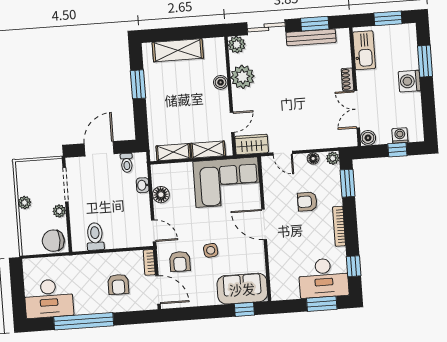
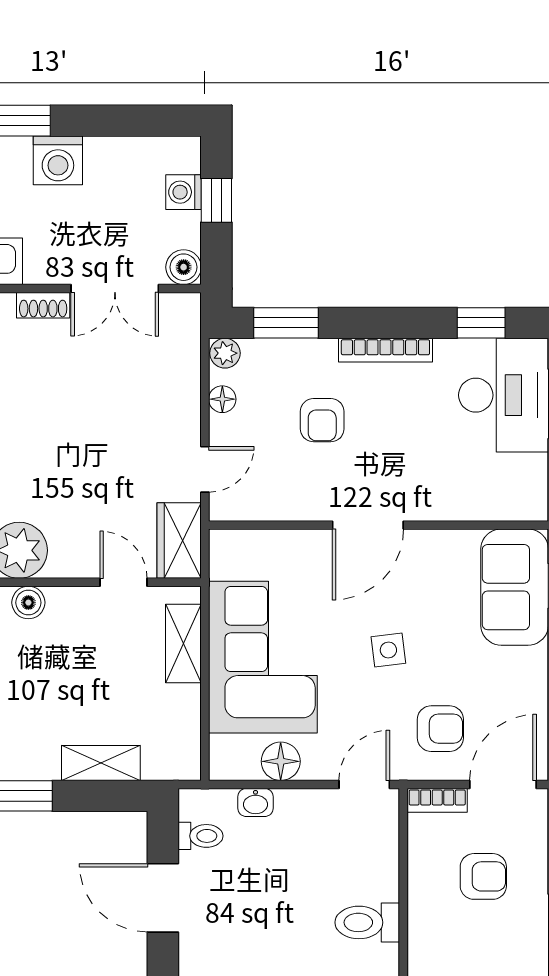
shelving: (173, 152) -> (101, 763), moved, turned 90
corner sofa: (227, 182) -> (263, 657), moved
side table: (211, 250) -> (388, 650), moved

